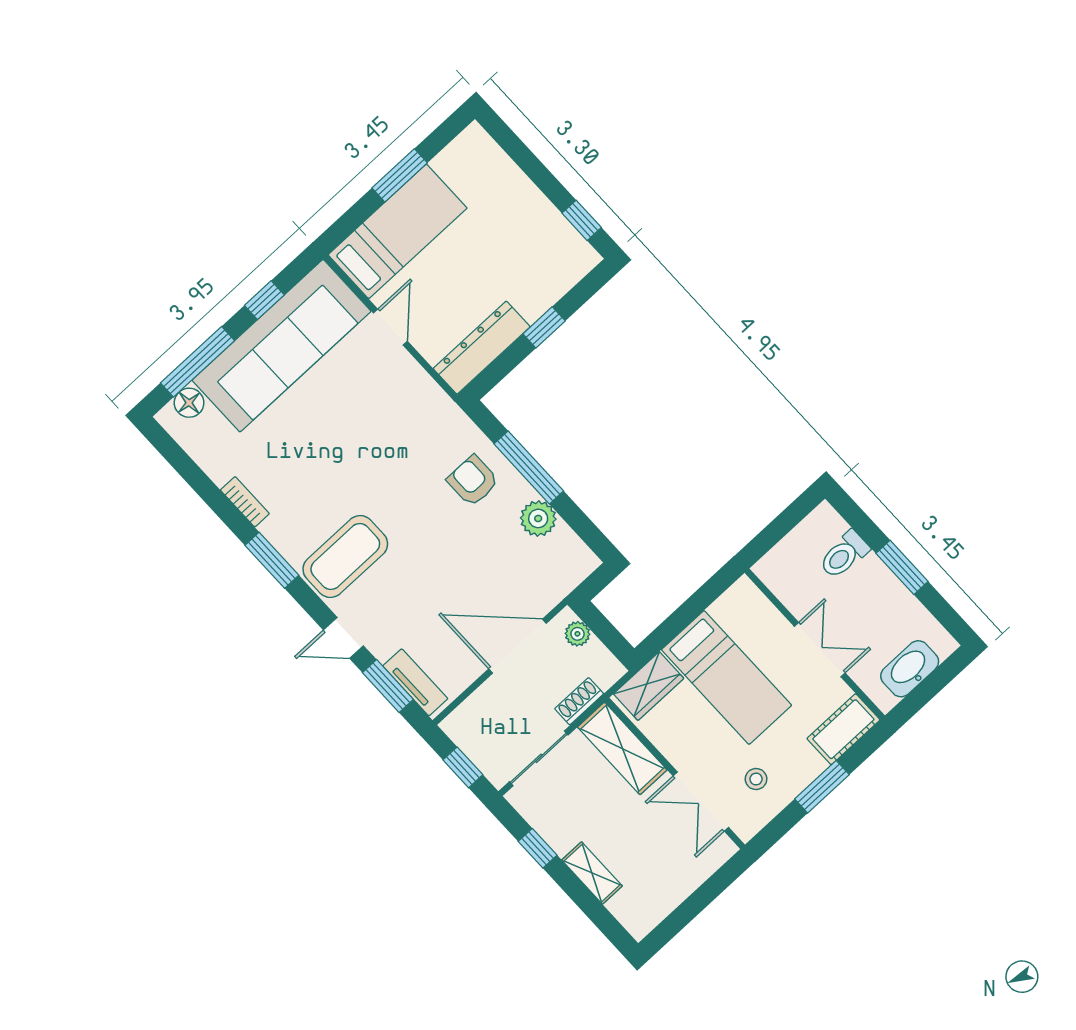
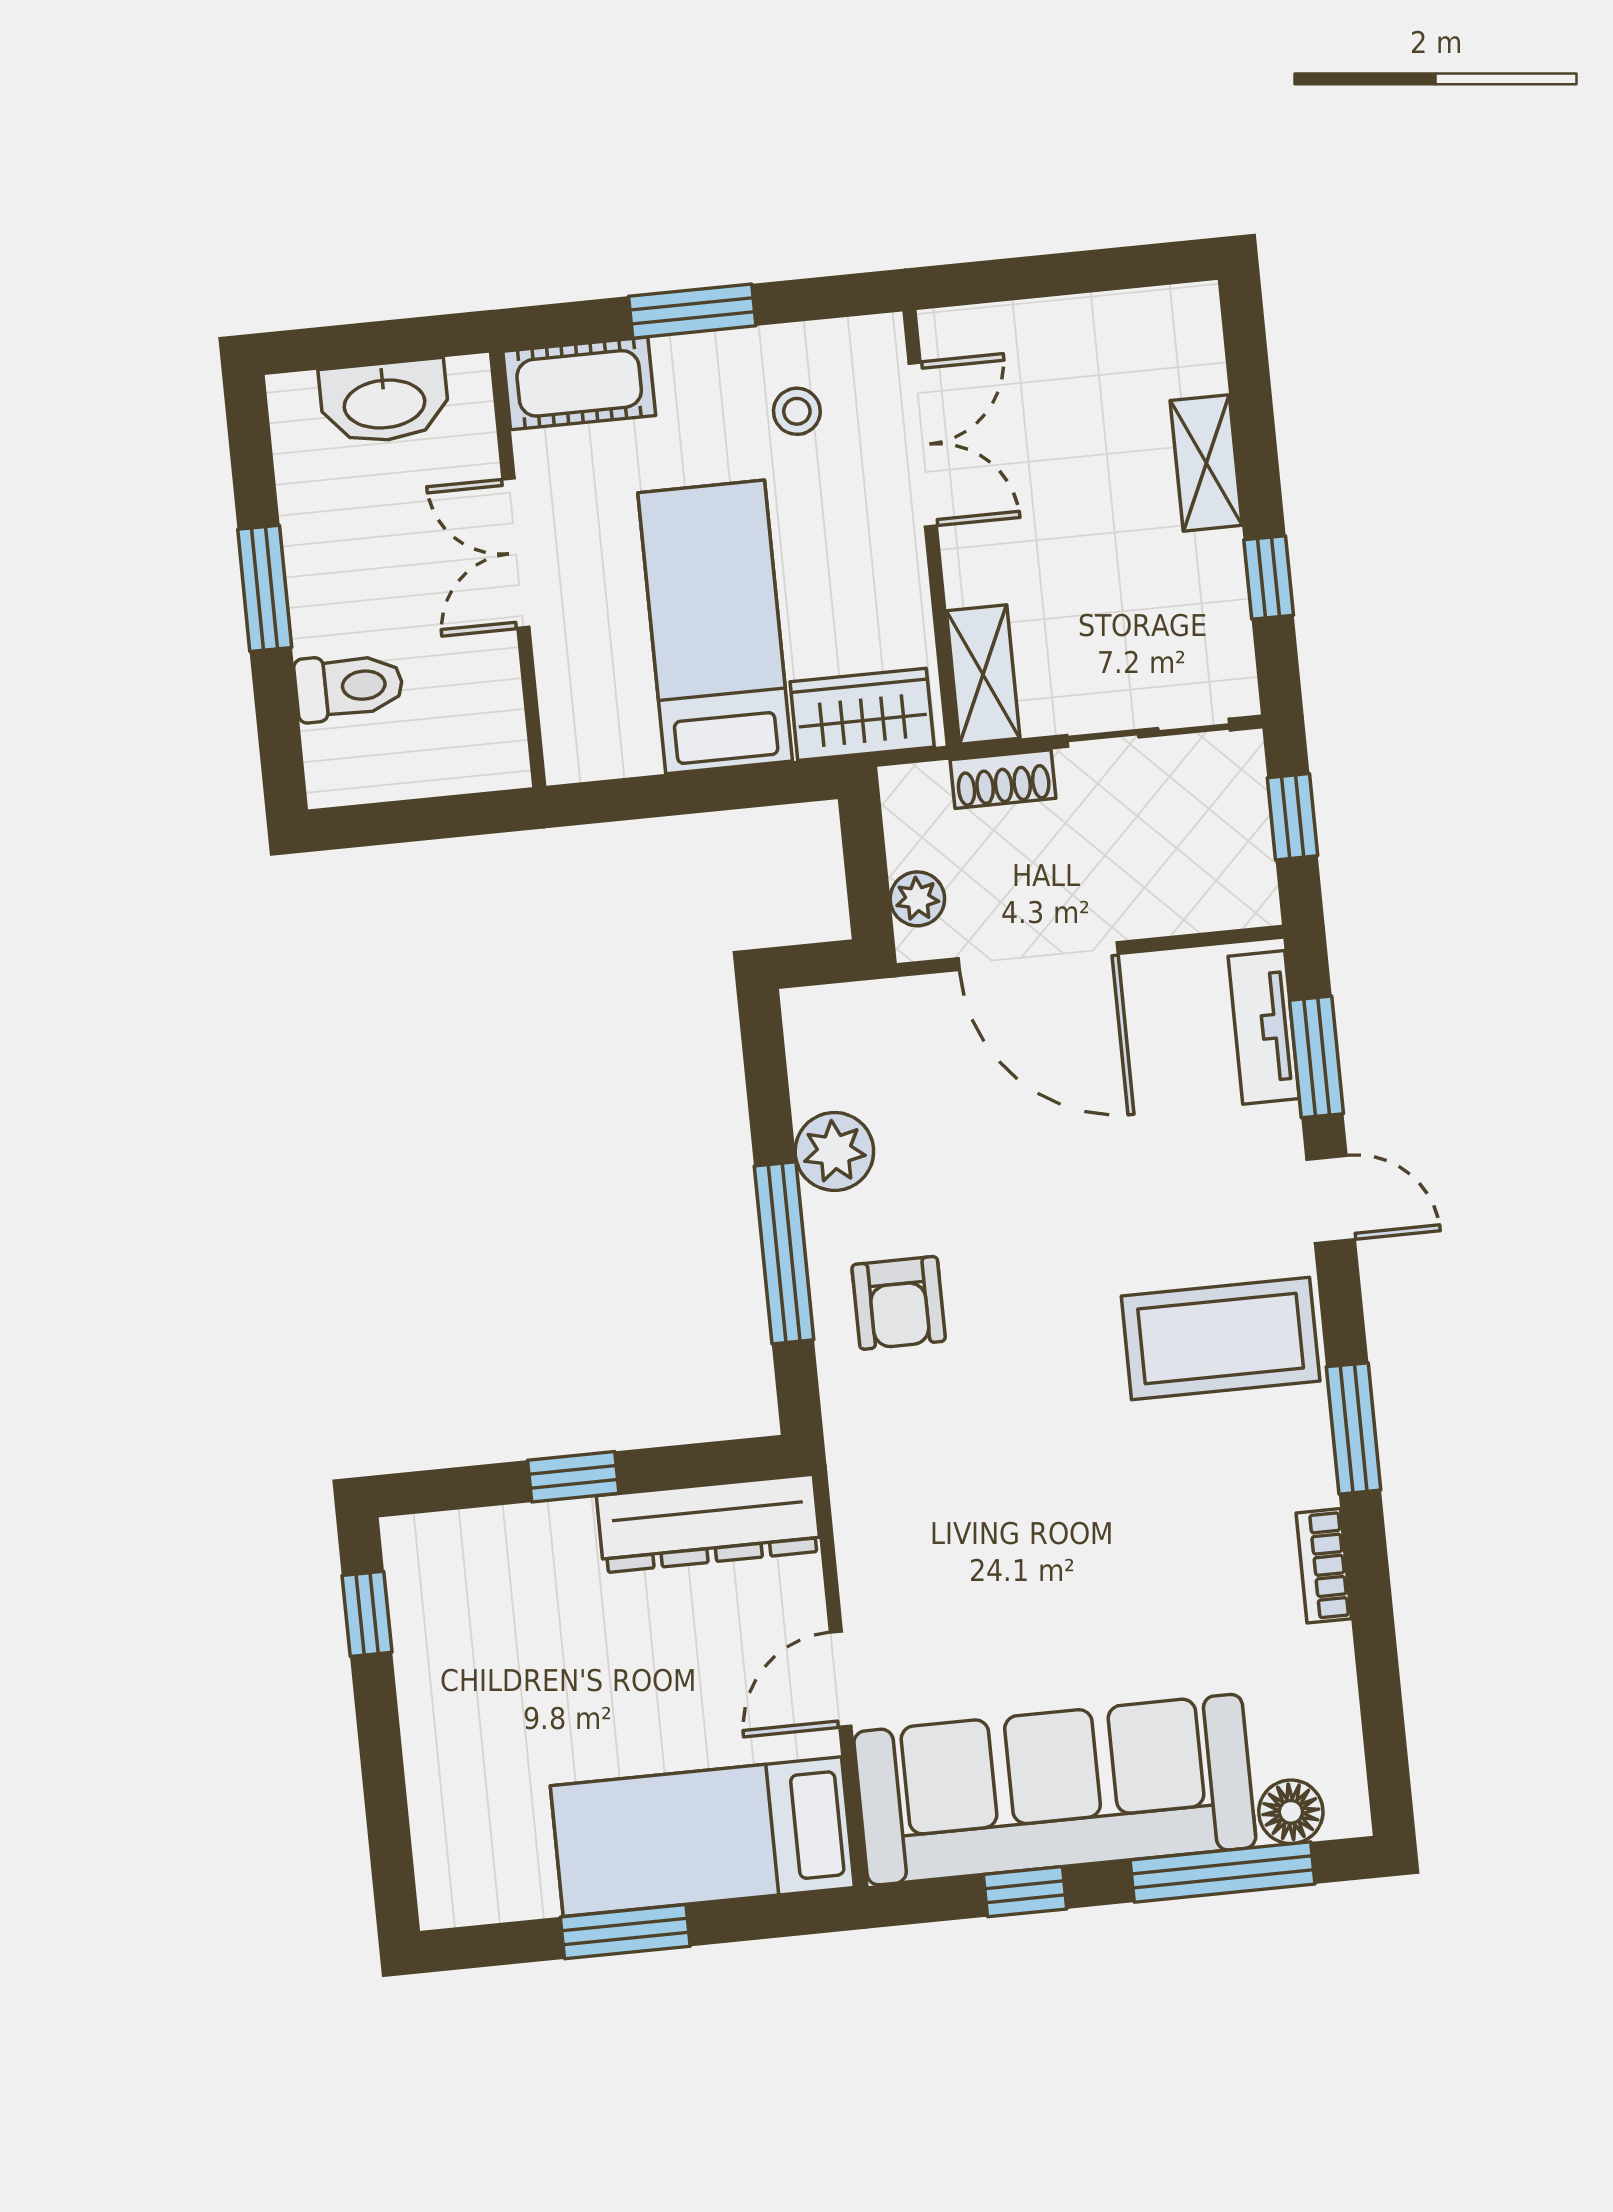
shelving: (622, 748) -> (983, 675), width x0.67, depth x0.75

